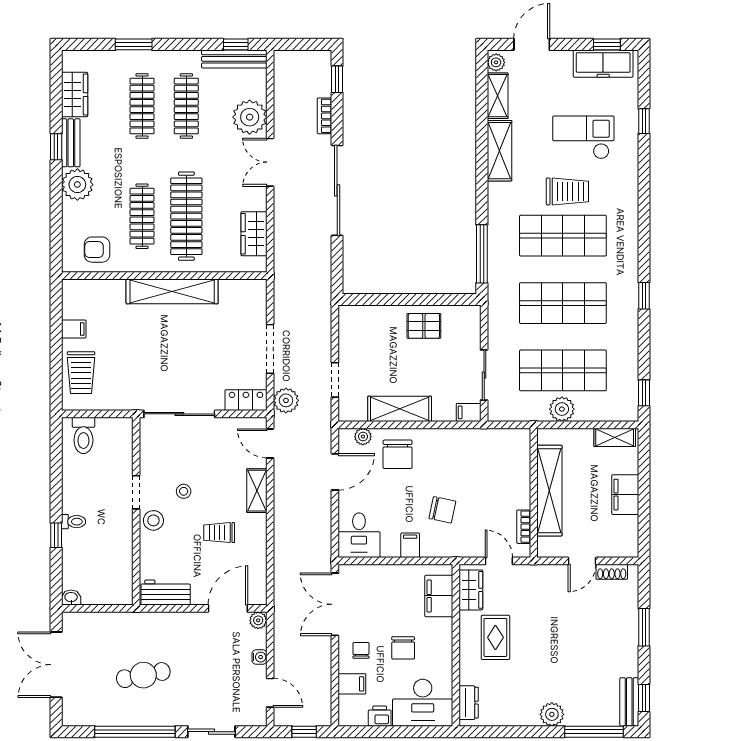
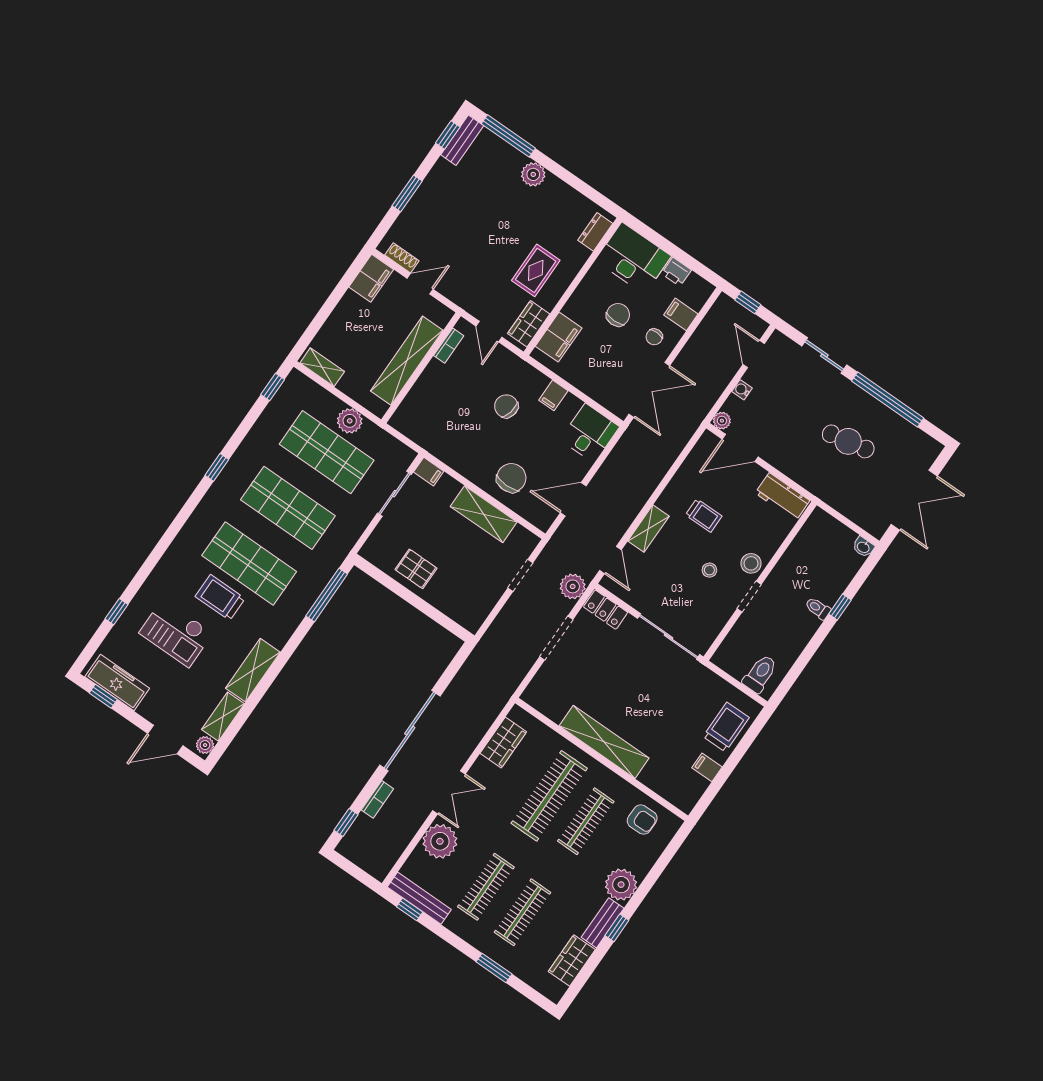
plant: (363, 437) -> (530, 512), removed
filing cabinet: (625, 495) -> (371, 278), moved

